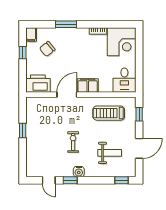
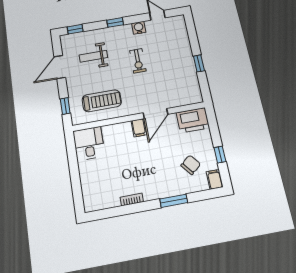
corner desk: (122, 42) -> (100, 191), removed
filing cabinet: (88, 85) -> (139, 128), width x0.50
water cooler: (79, 172) -> (139, 28), moved
window: (70, 180) -> (115, 22), moved

